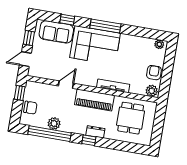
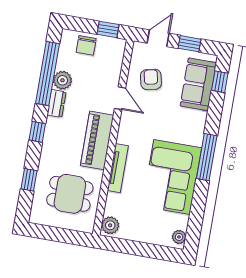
window: (67, 20) -> (220, 82), moved
corner sofa: (95, 45) -> (172, 177), moved
door: (25, 59) -> (158, 38), hinge flipped
armchair: (154, 73) -> (151, 79), moved, turned -102
dresser: (95, 132) -> (56, 103), moved
window: (121, 146) -> (29, 180), added

